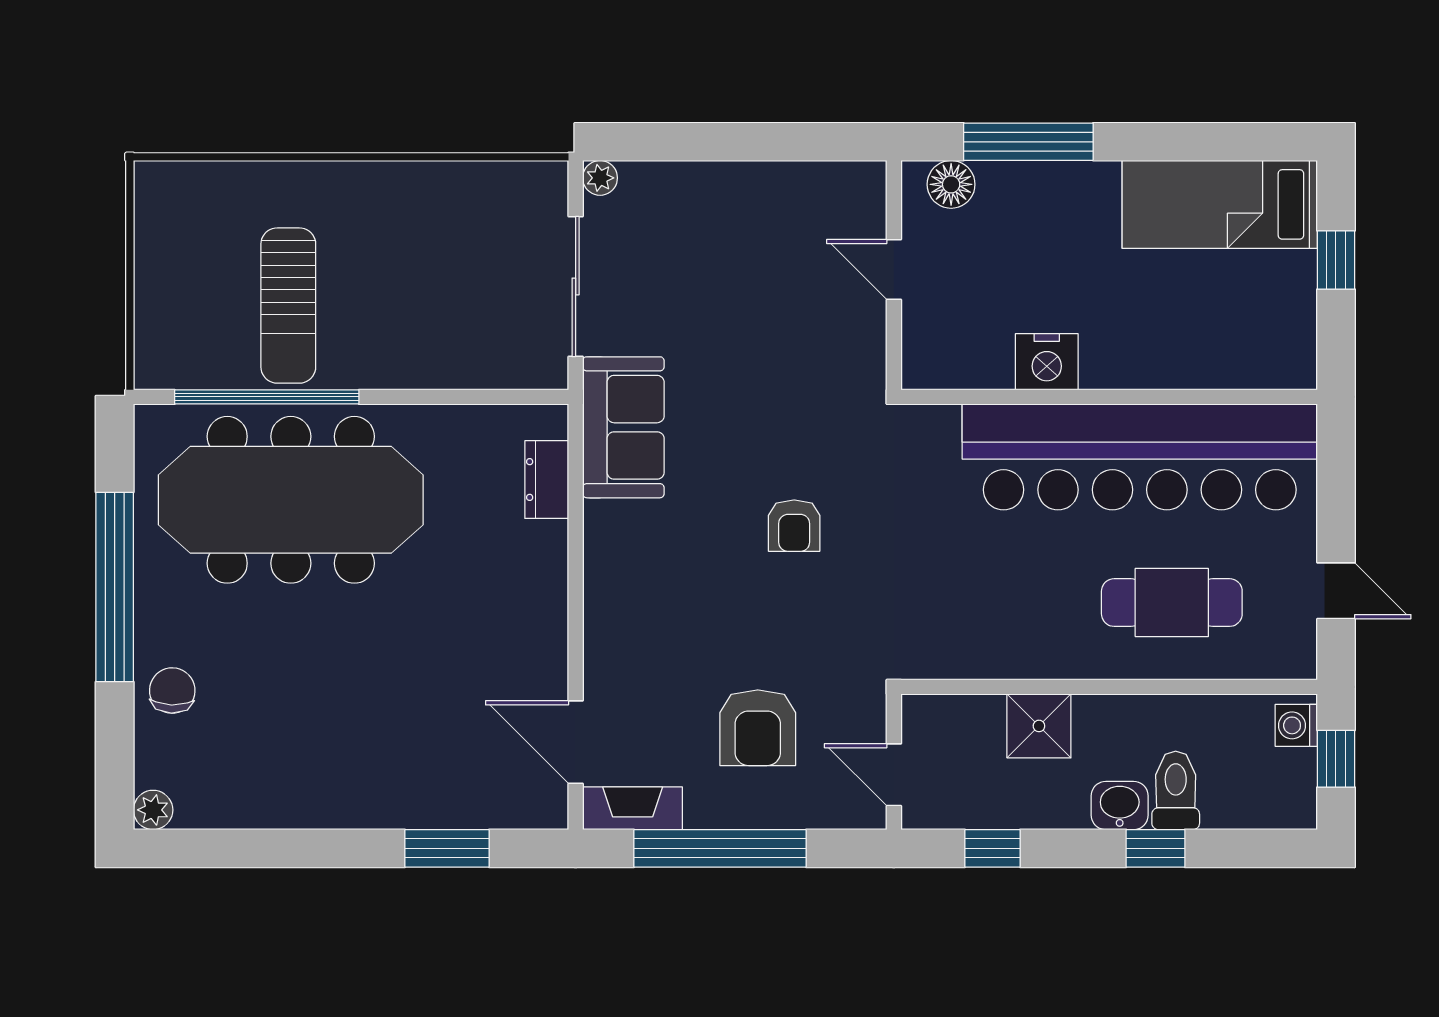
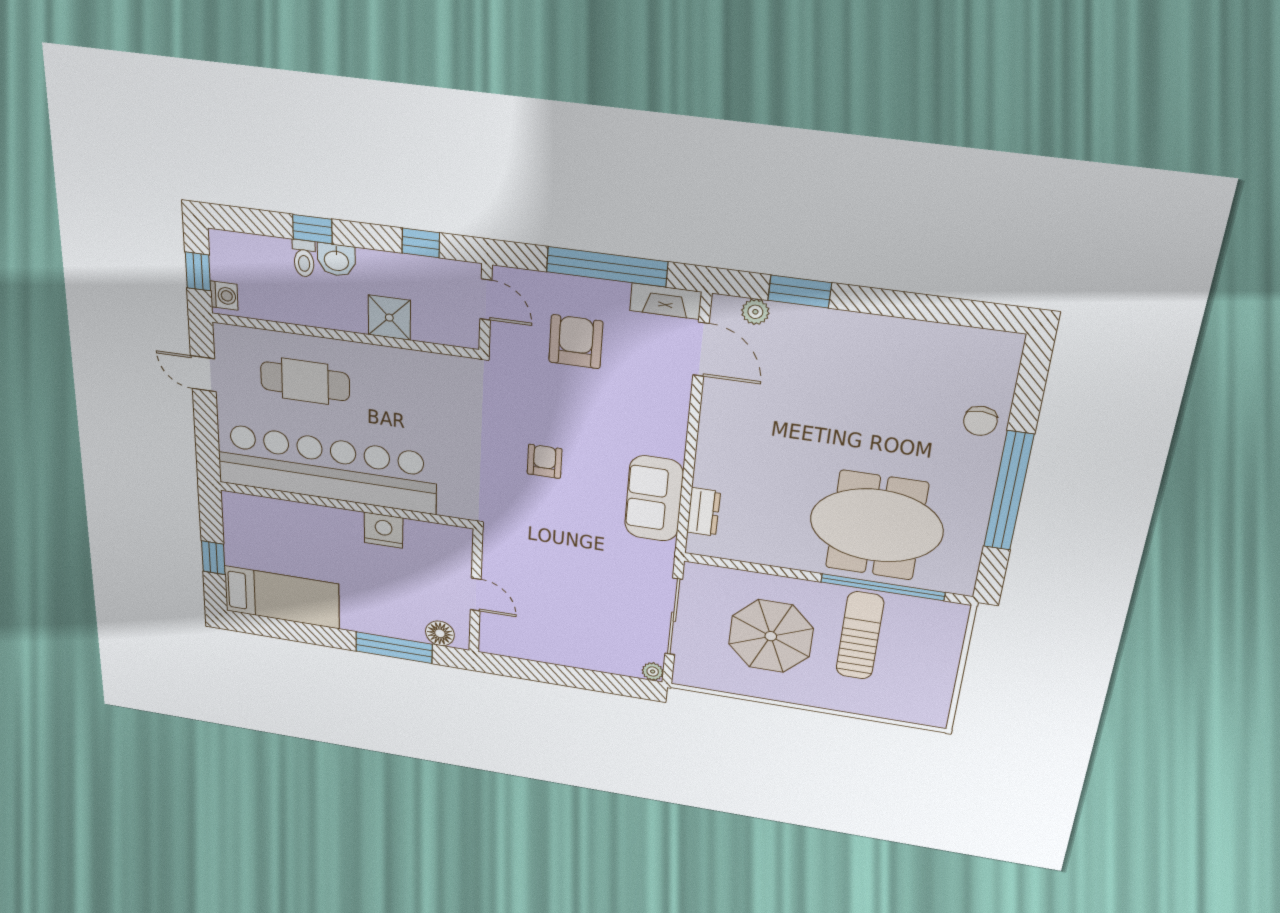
parasol: (422, 279) -> (771, 636), added
sofa: (623, 427) -> (654, 499), moved
meeting table: (291, 500) -> (876, 525), width x0.73
toilet: (1176, 790) -> (304, 258), width x0.73, depth x0.72
plant: (153, 810) -> (755, 312), moved

